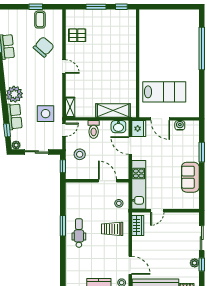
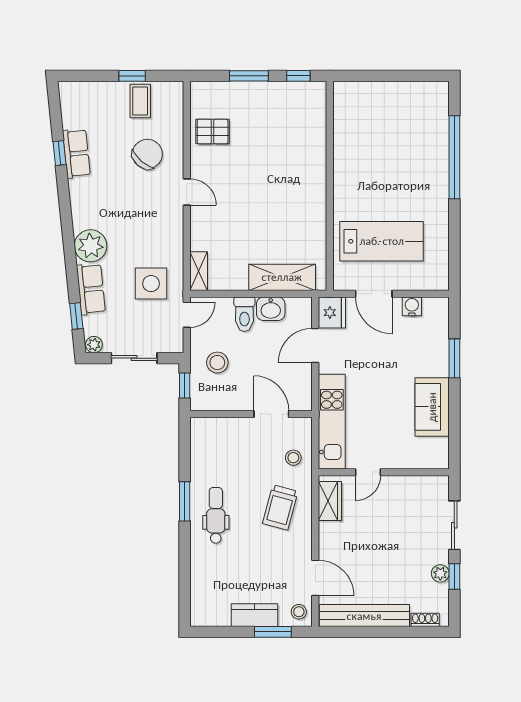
washbasin: (118, 127) -> (271, 309), moved
door: (130, 146) -> (315, 345), hinge flipped
trolley: (112, 229) -> (280, 507), turned -75

